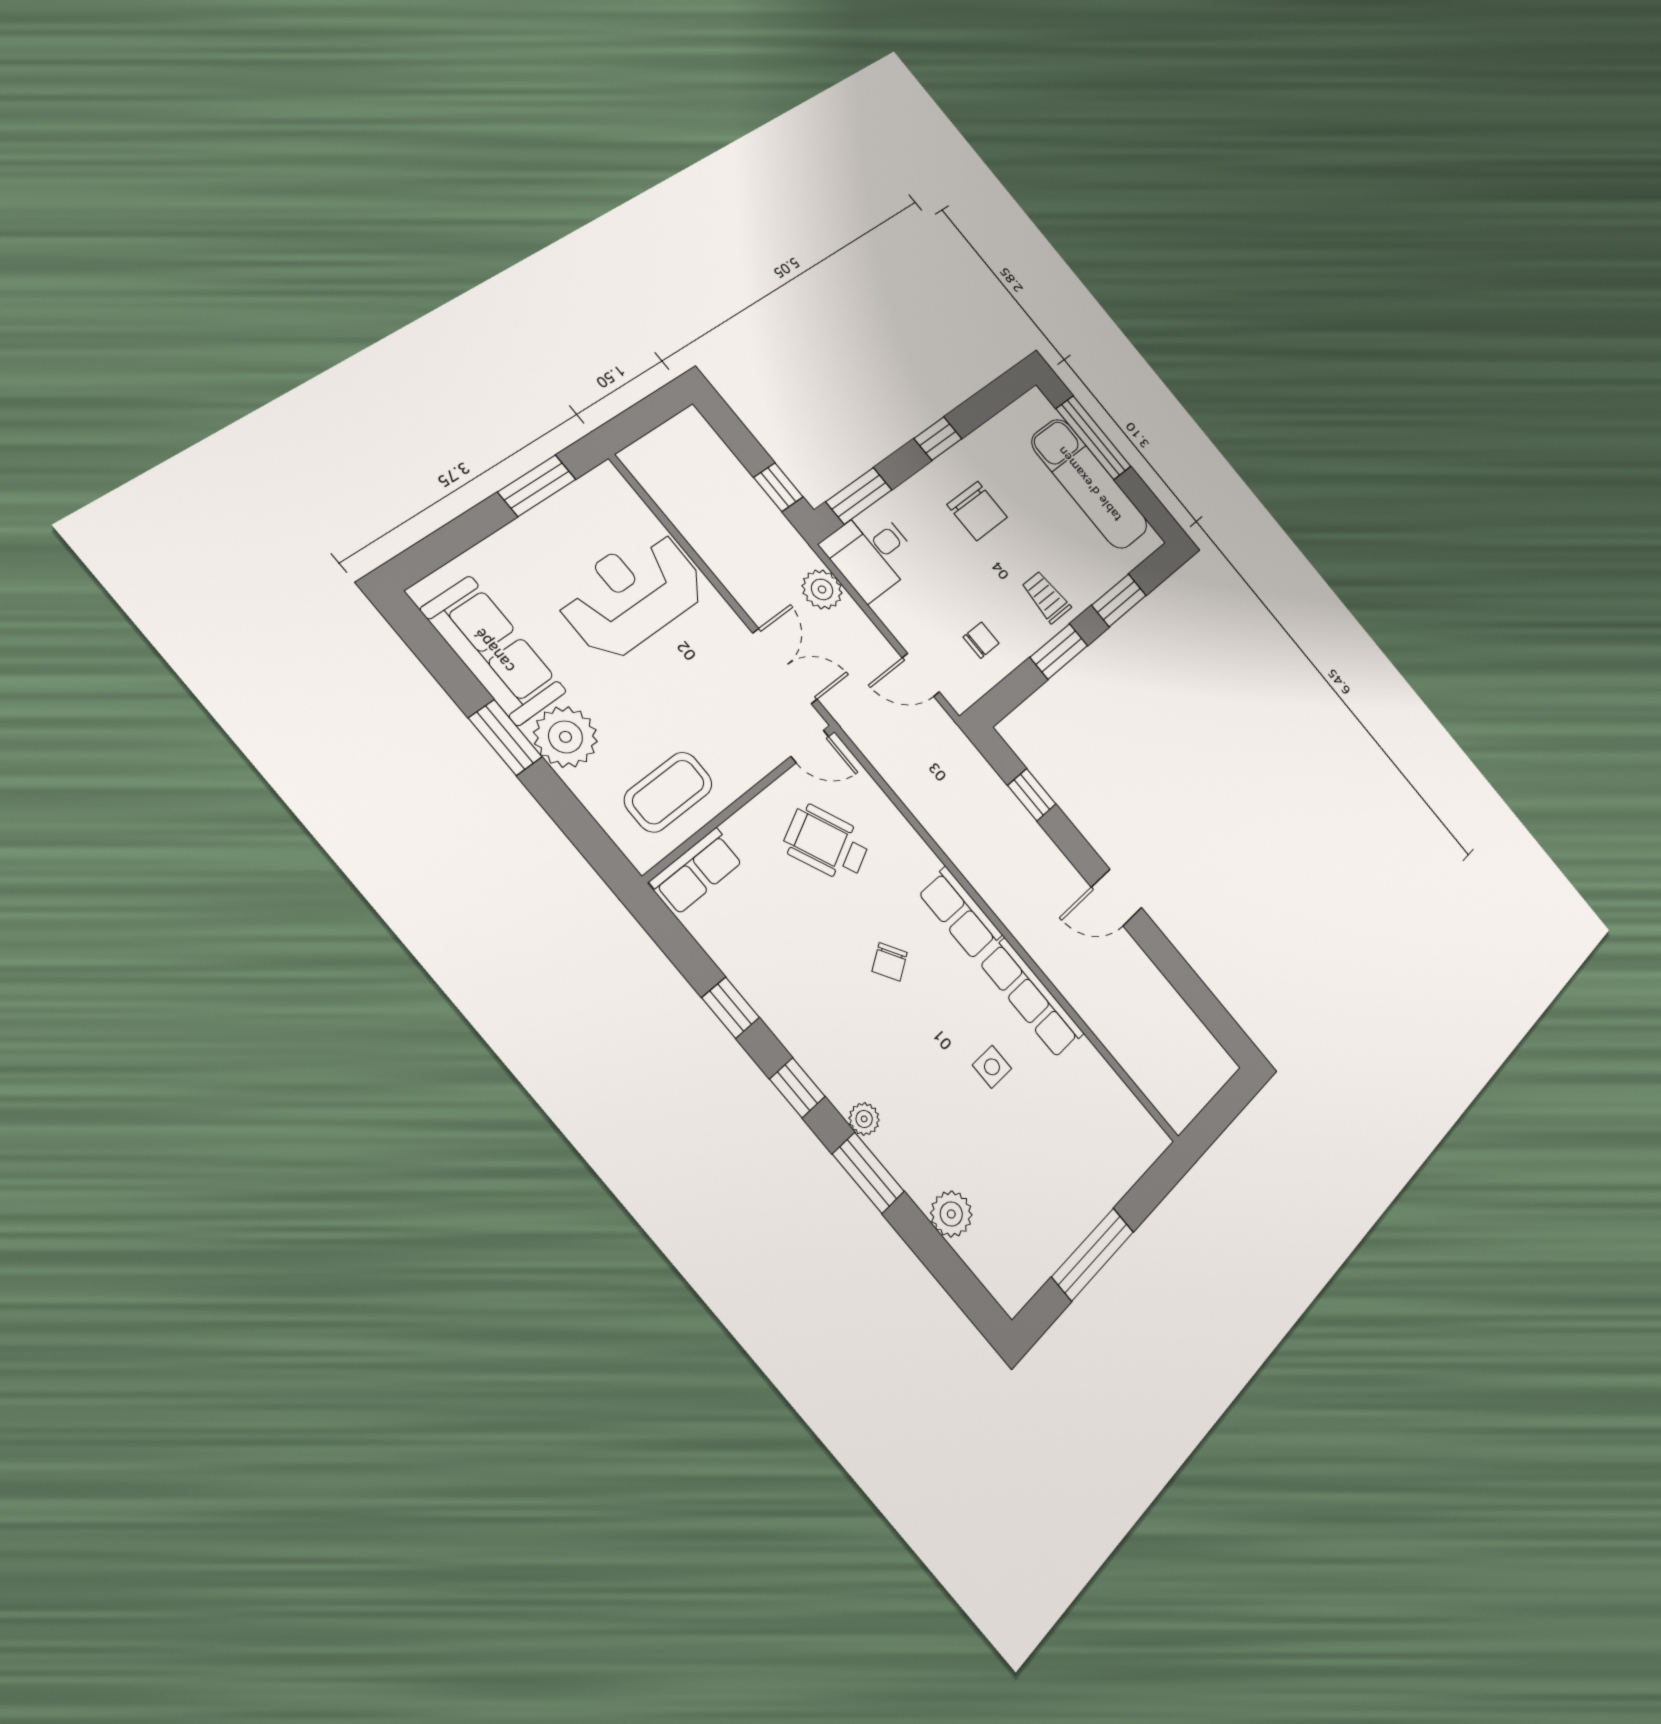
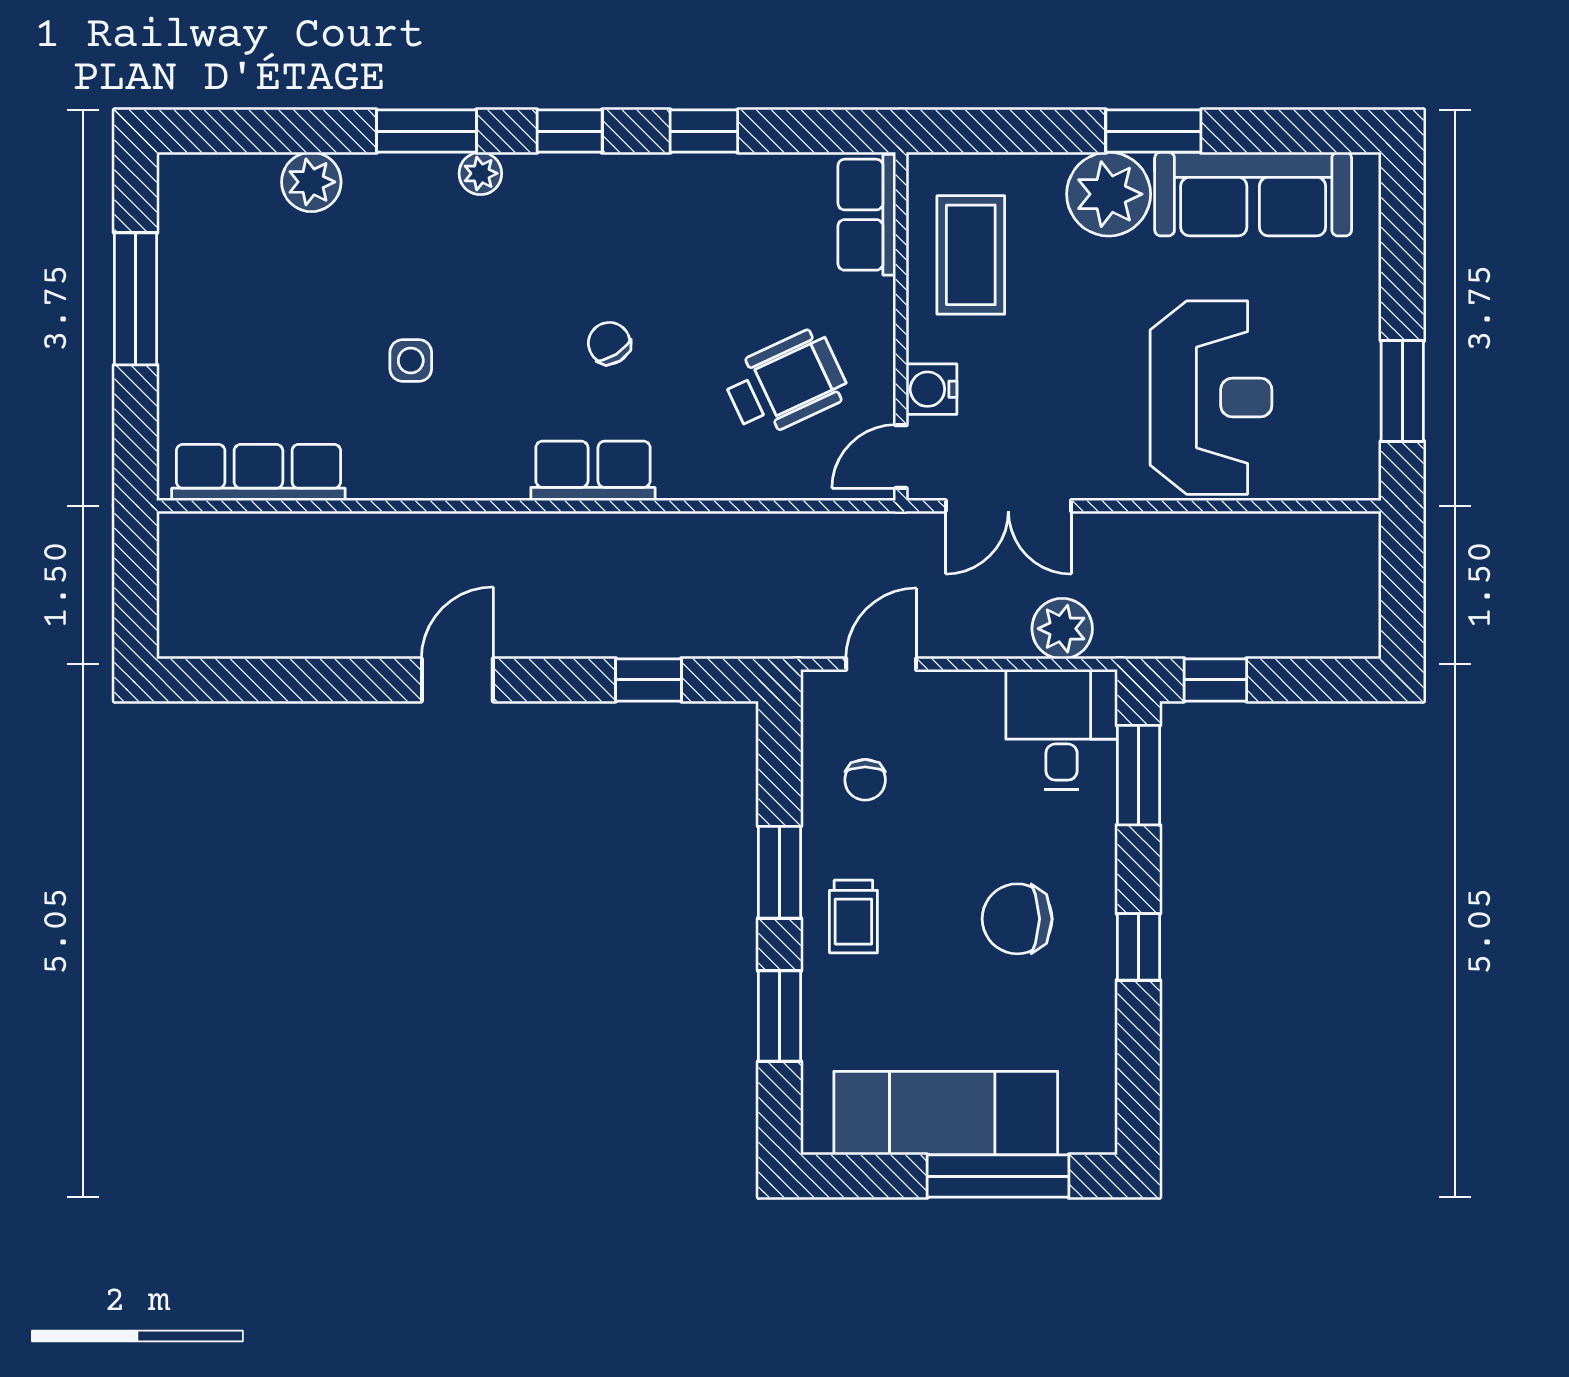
trolley: (1046, 597) -> (853, 916), turned 90
water cooler: (760, 757) -> (932, 389), added
row of seats: (1031, 998) -> (258, 472), moved

